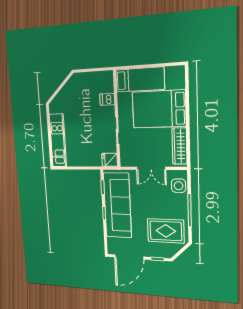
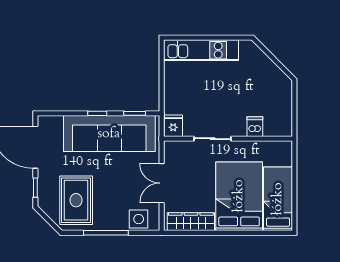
bed: (140, 80) -> (278, 199), moved, turned 180

